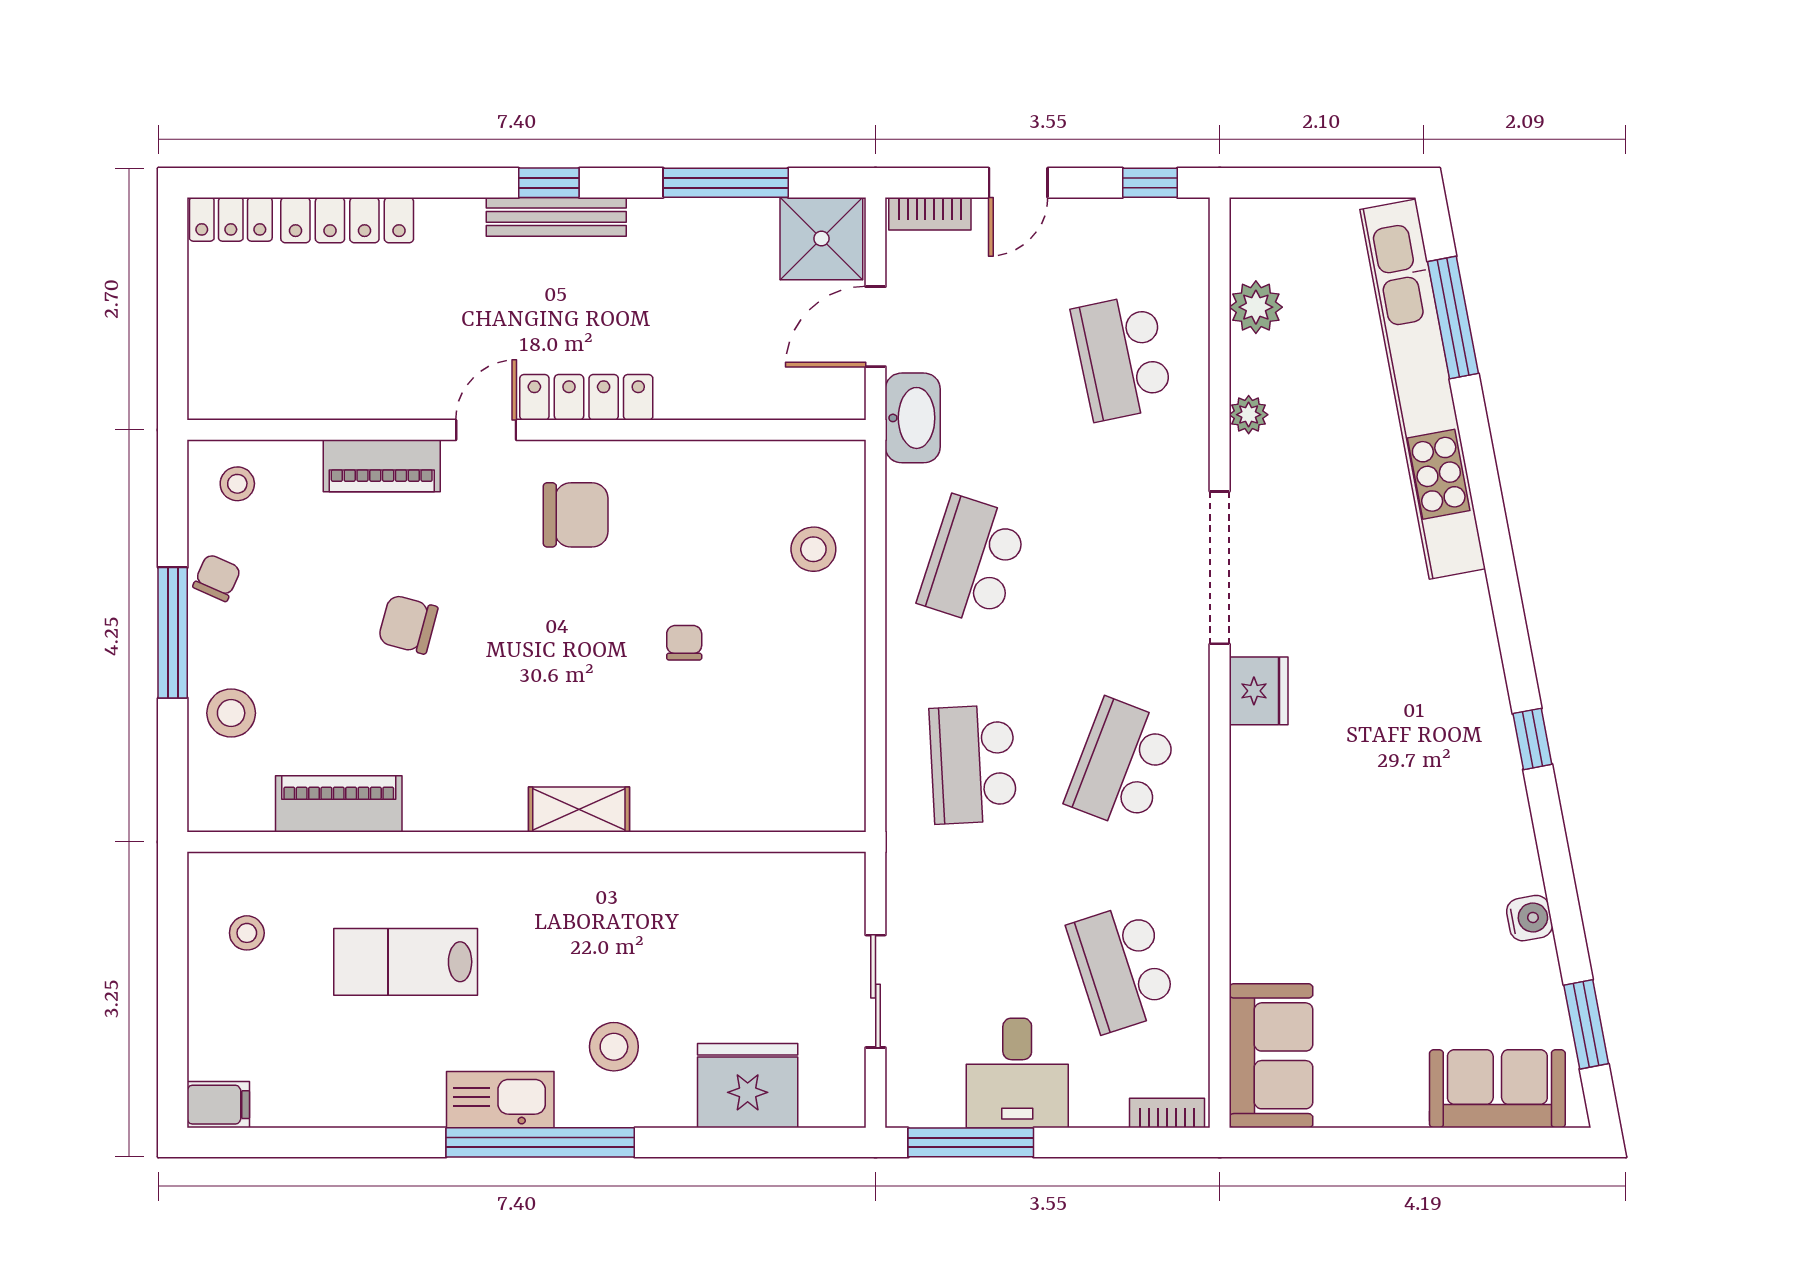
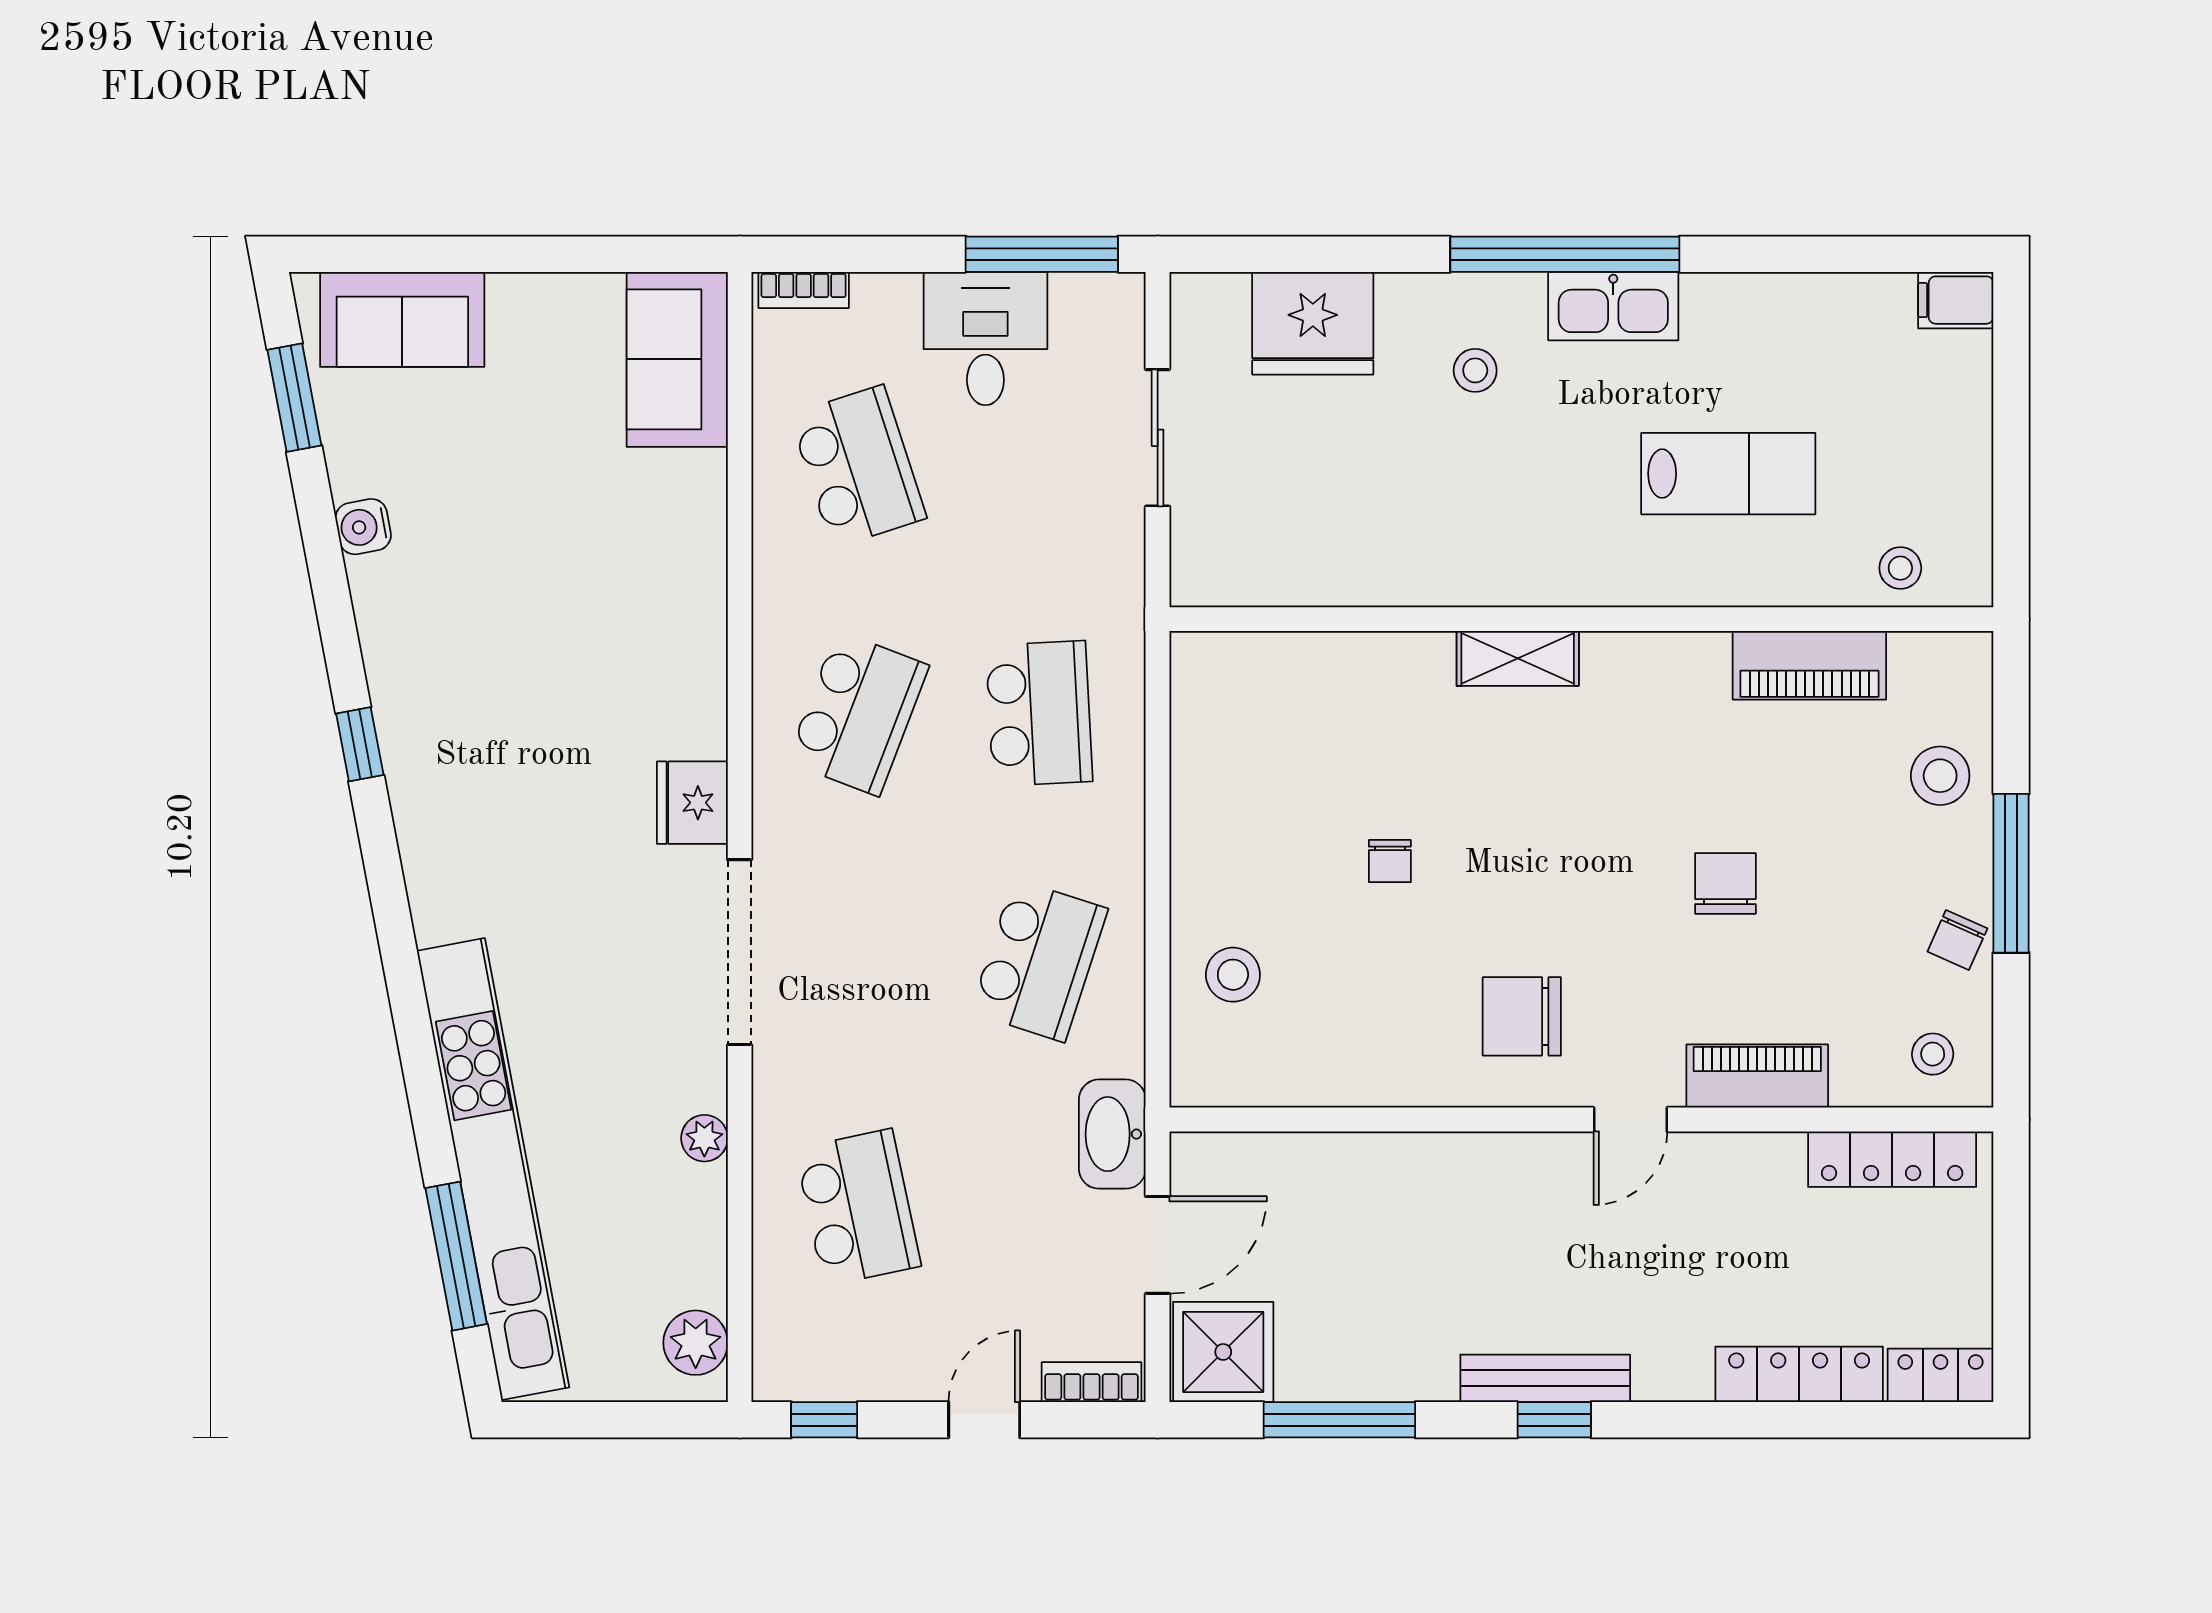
plant: (1256, 307) -> (696, 1343), moved
locker: (586, 397) -> (1892, 1159), moved
chair: (408, 624) -> (1725, 883), turned -105
stool: (247, 933) -> (1900, 568), moved
stool: (614, 1047) -> (1475, 370), width x0.73, depth x0.73

